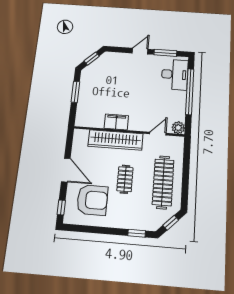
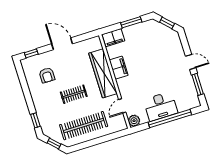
desk: (175, 74) -> (161, 106), moved
filing cabinet: (83, 115) -> (113, 38), added
door: (158, 134) -> (122, 106), swing flipped
door: (66, 170) -> (62, 44), swing flipped
armchair: (92, 200) -> (47, 75), width x0.53, depth x0.53

